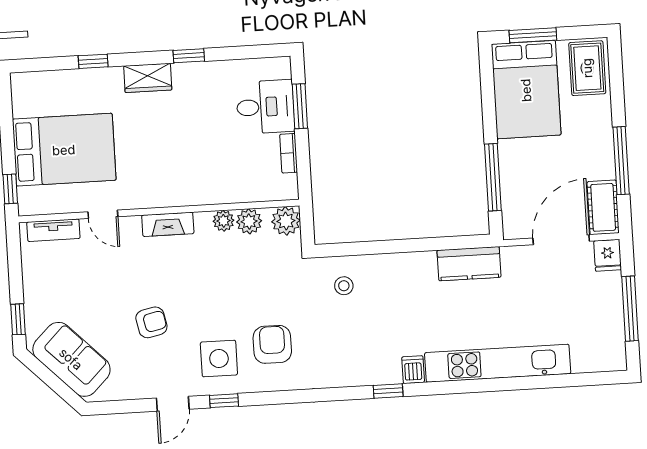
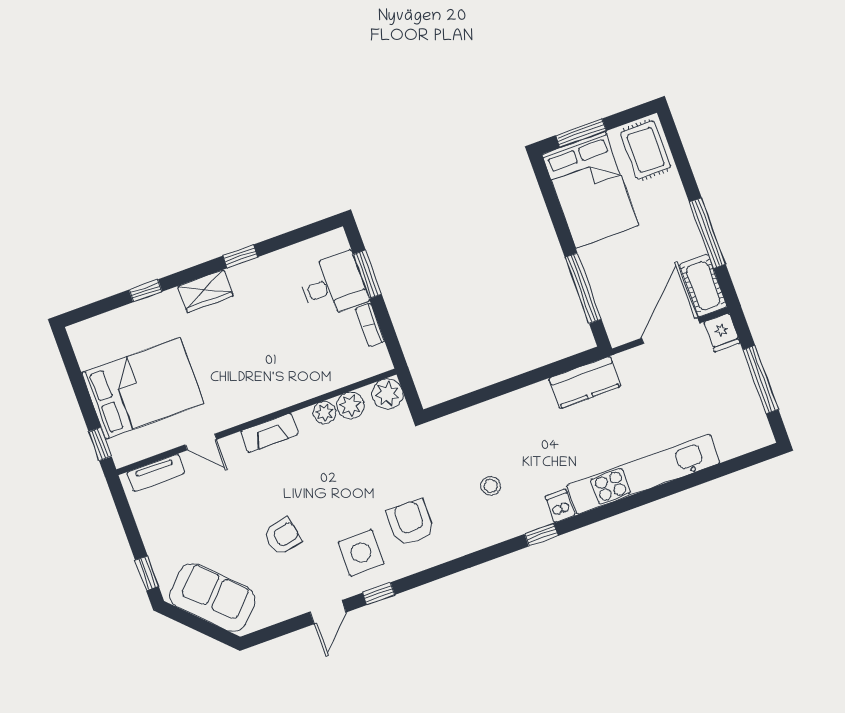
stool: (344, 286) -> (491, 486), moved

